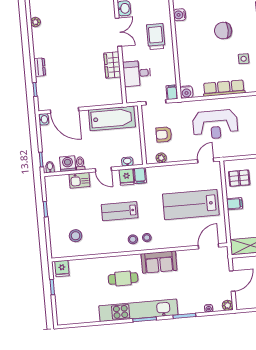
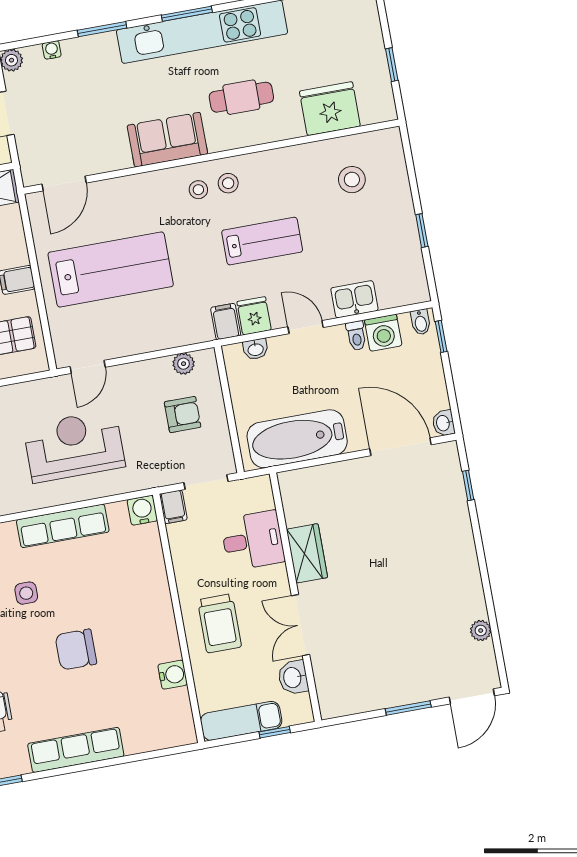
chair: (223, 31) -> (76, 649), turned 180
dresser: (40, 67) -> (463, 534), removed
fridge: (62, 268) -> (330, 109), moved, width x1.88, depth x1.34

